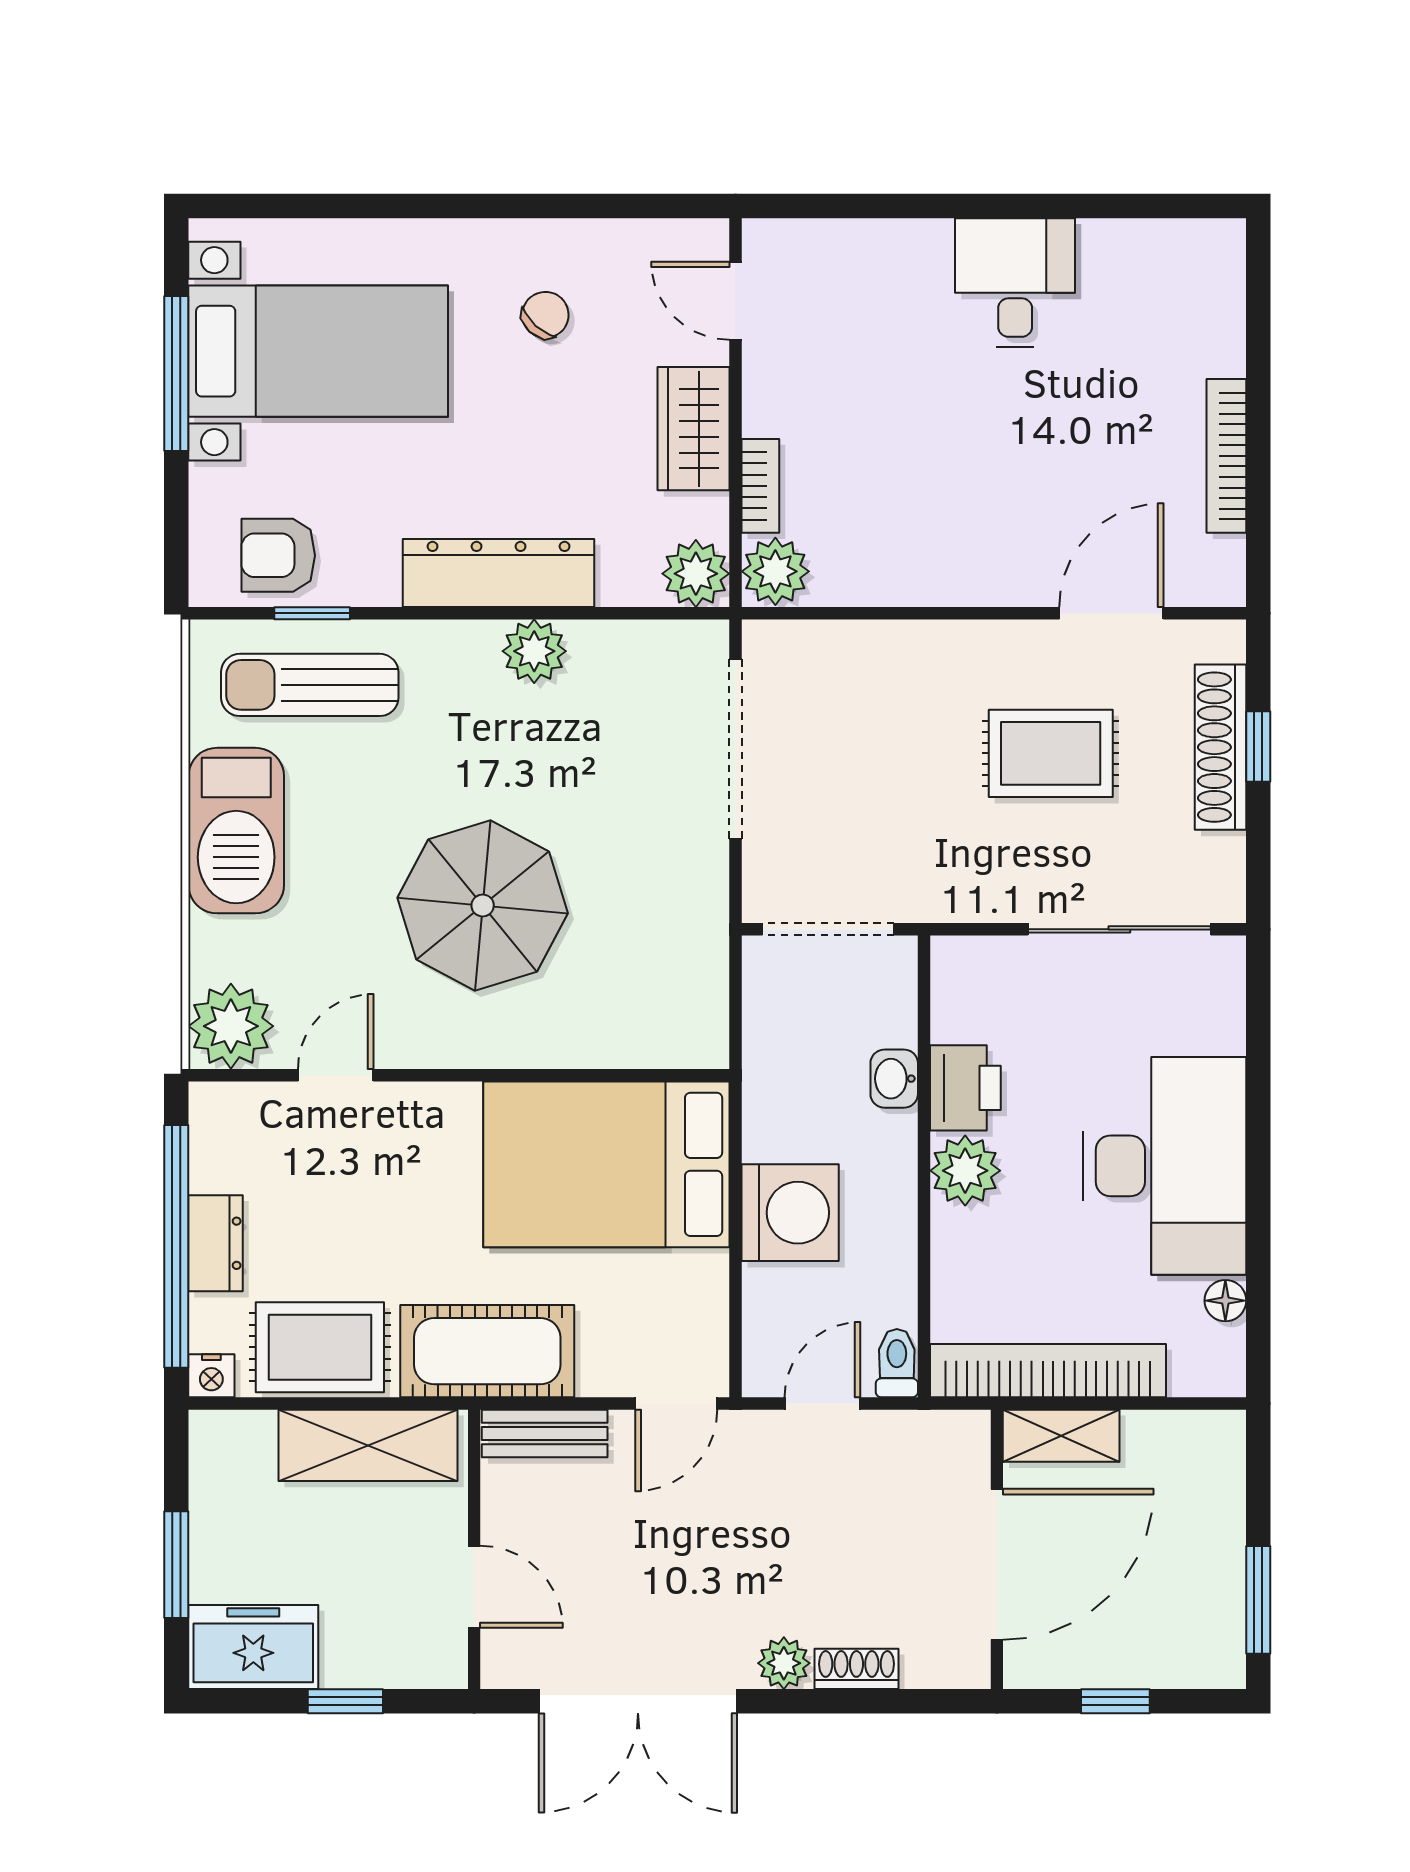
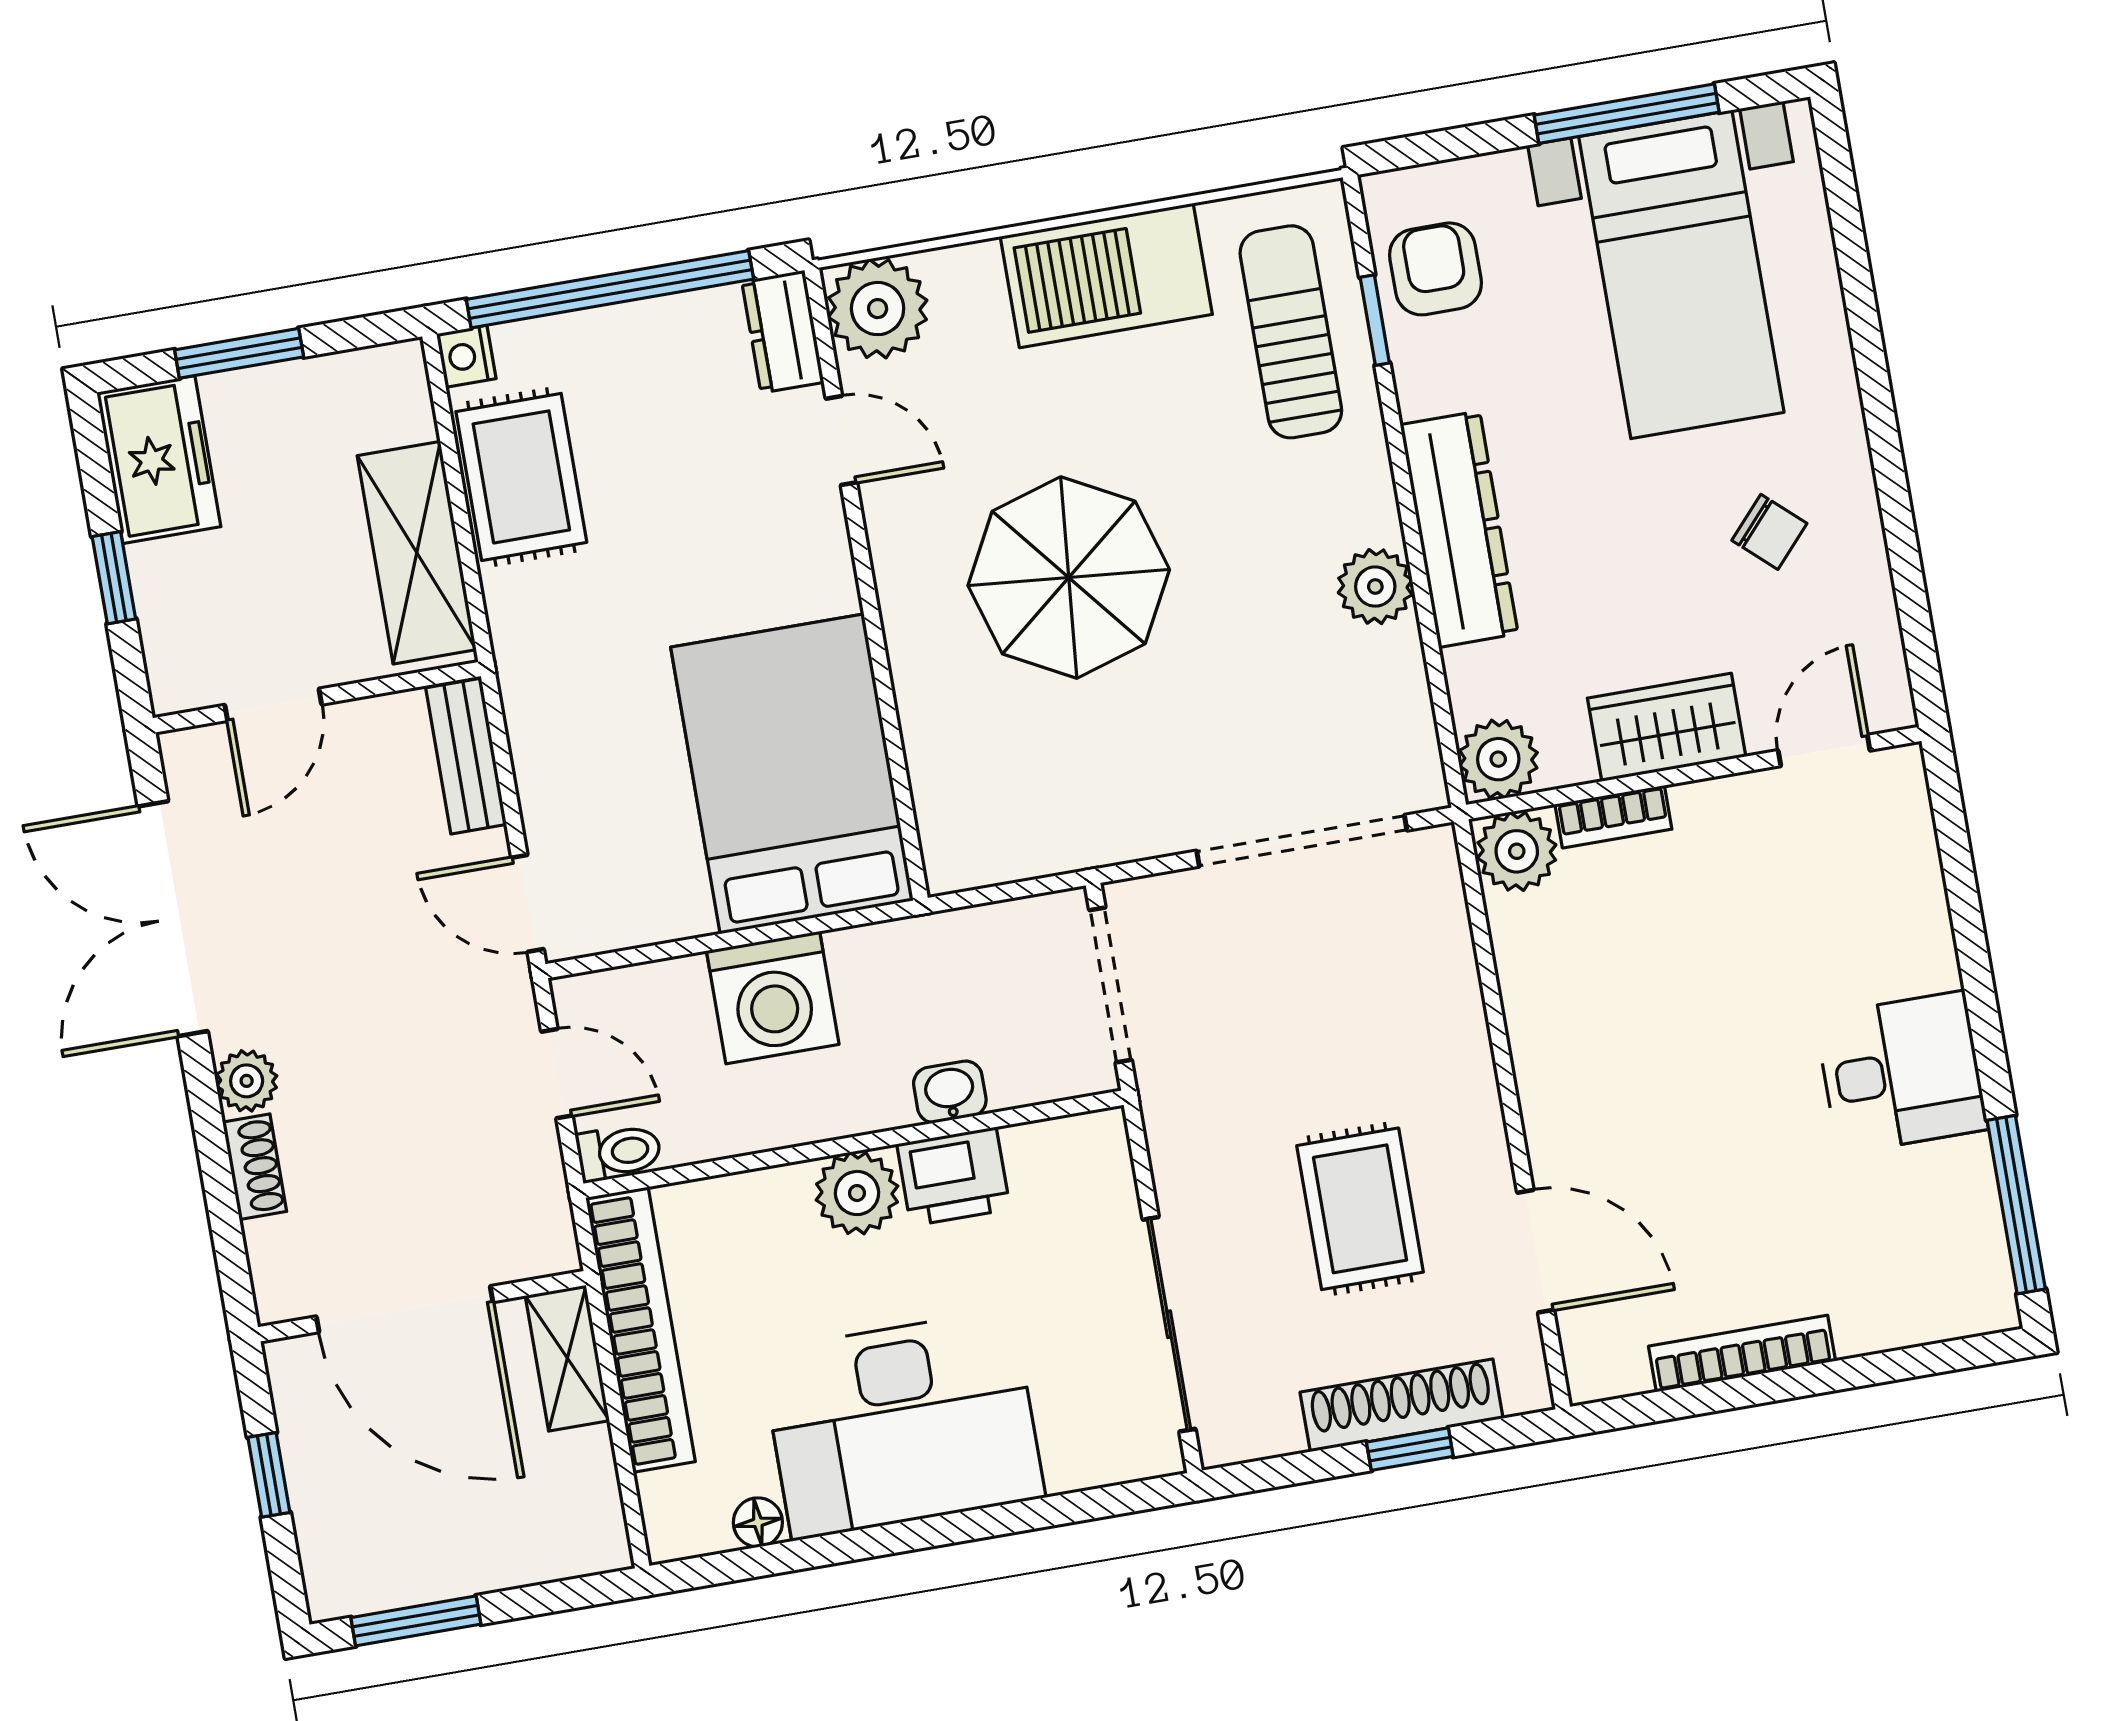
window: (1142, 206) -> (2016, 1205), added
dresser: (215, 1243) -> (783, 332), moved, turned 90
cot: (487, 1351) -> (550, 673), removed

